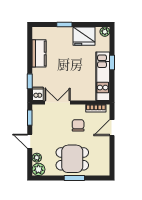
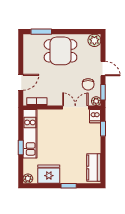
kitchen counter: (39, 53) -> (94, 168), moved
double door: (58, 102) -> (75, 107), swing flipped
chair: (78, 125) -> (88, 84), moved
plant: (37, 158) -> (96, 101), moved
window: (74, 178) -> (41, 32), moved

